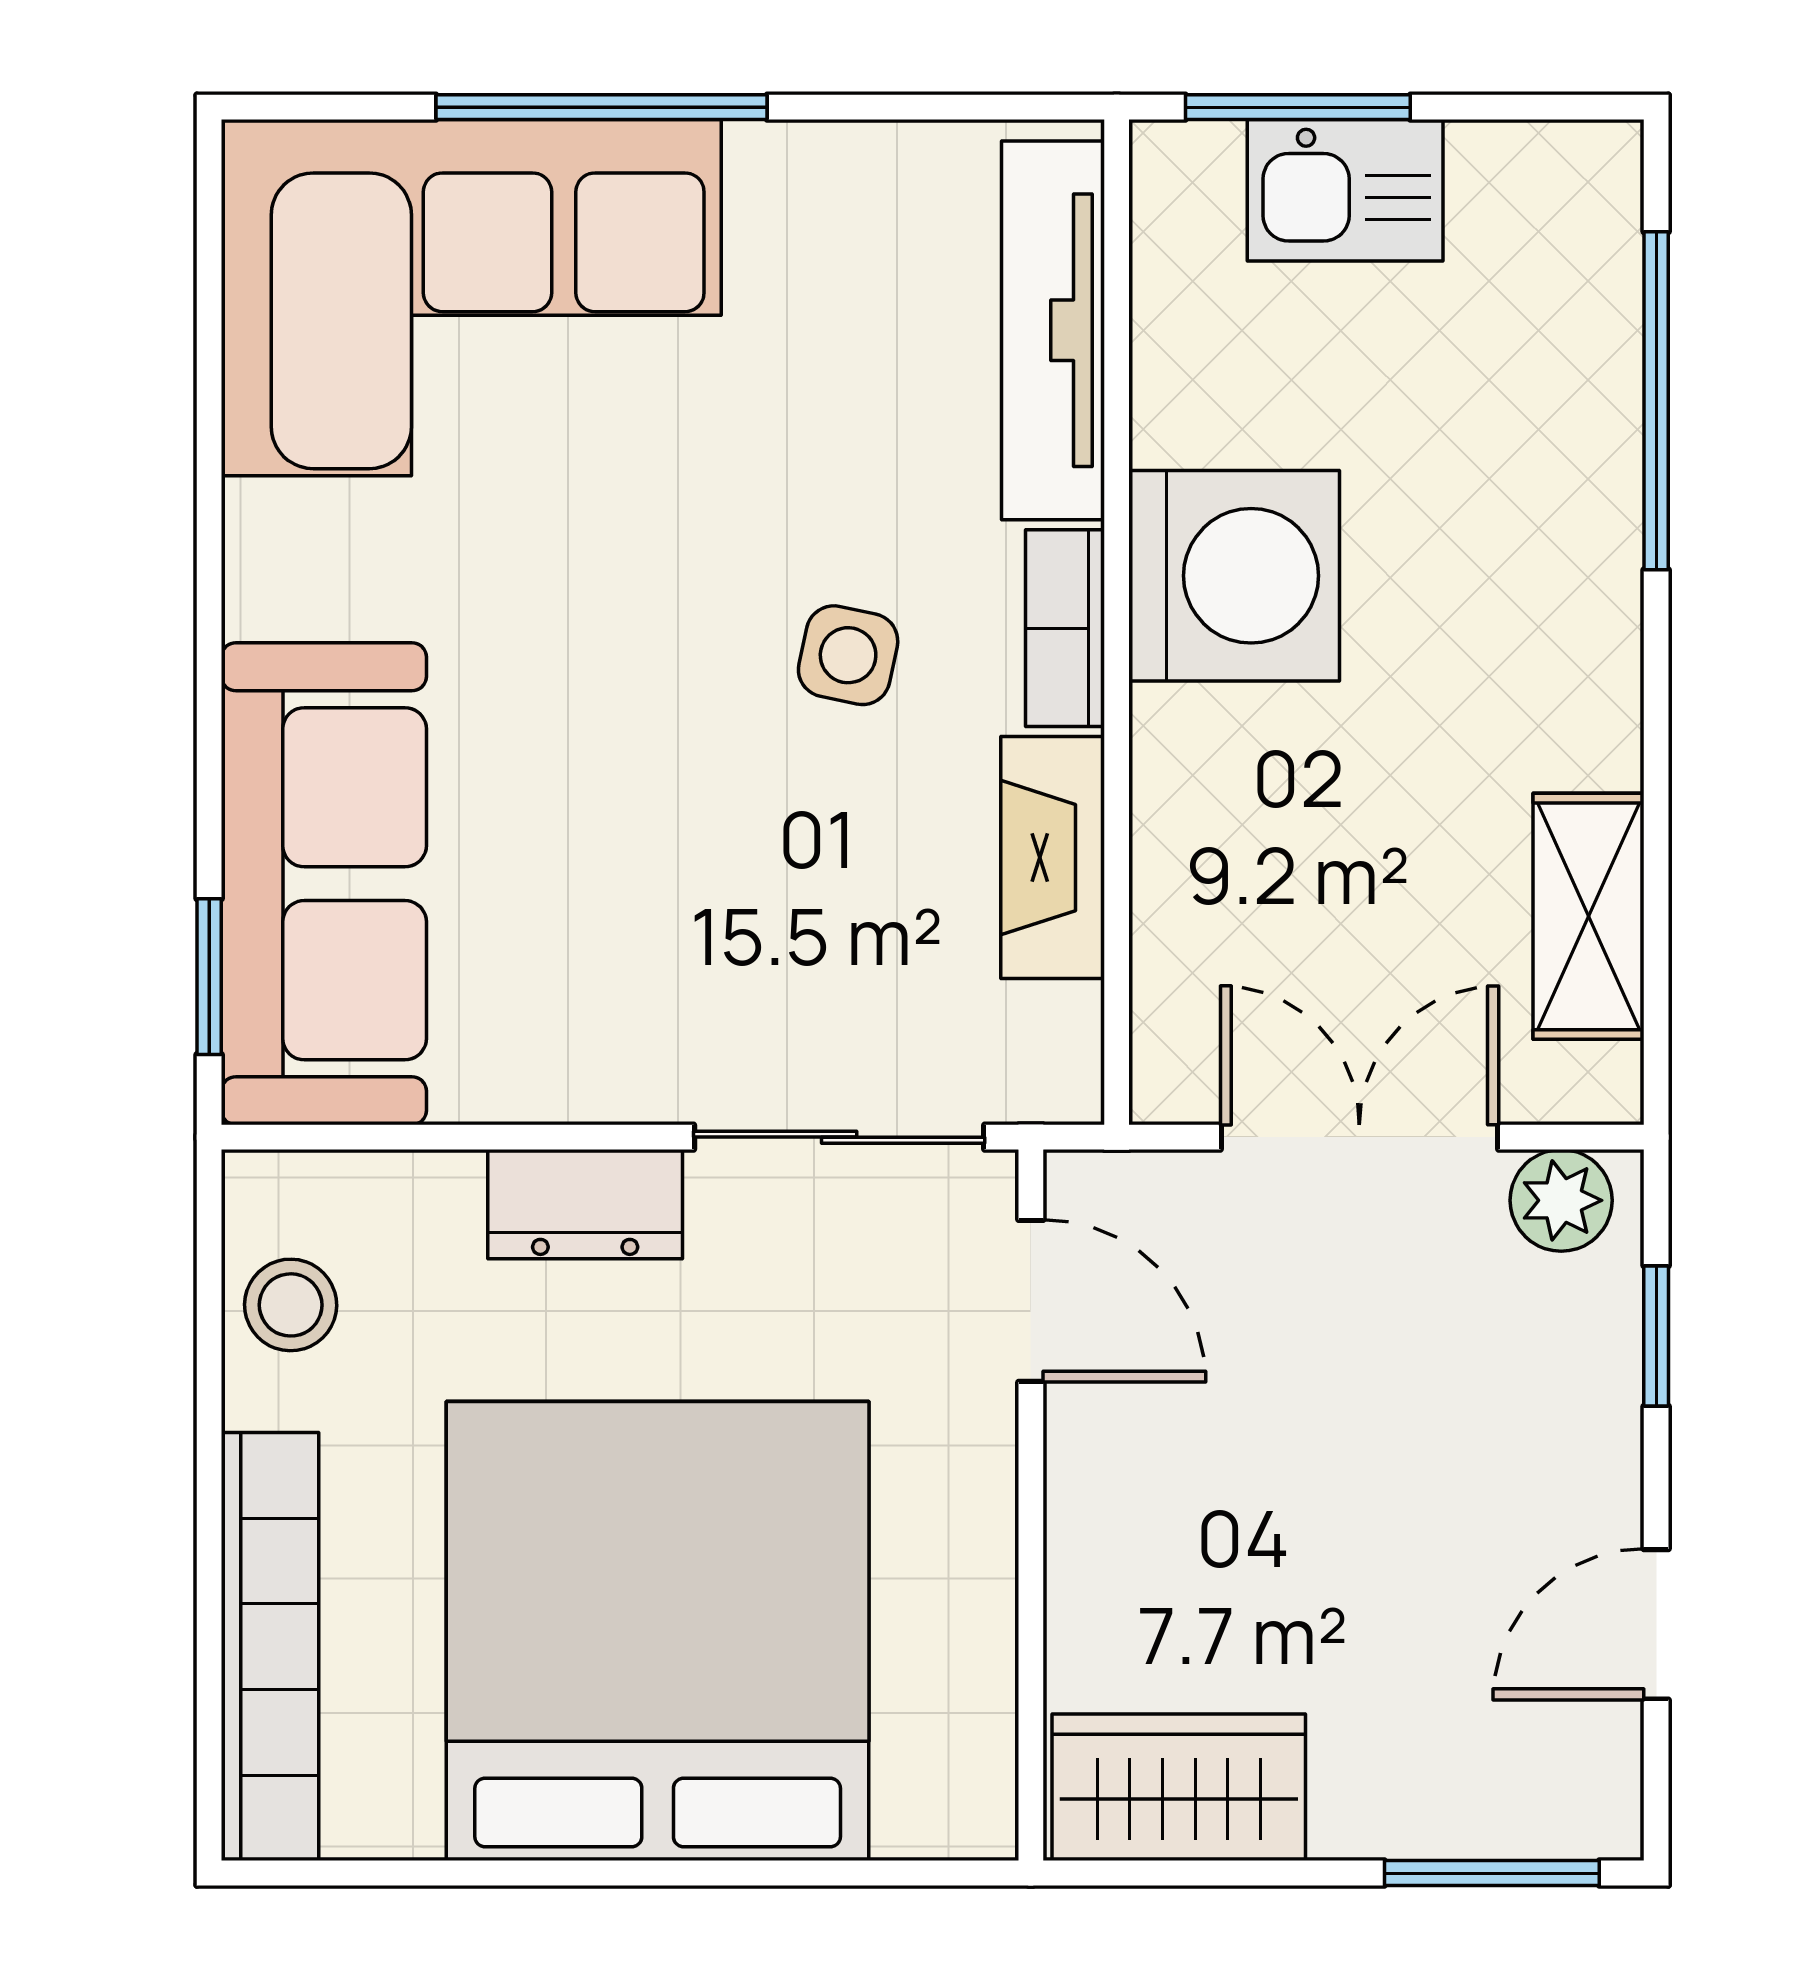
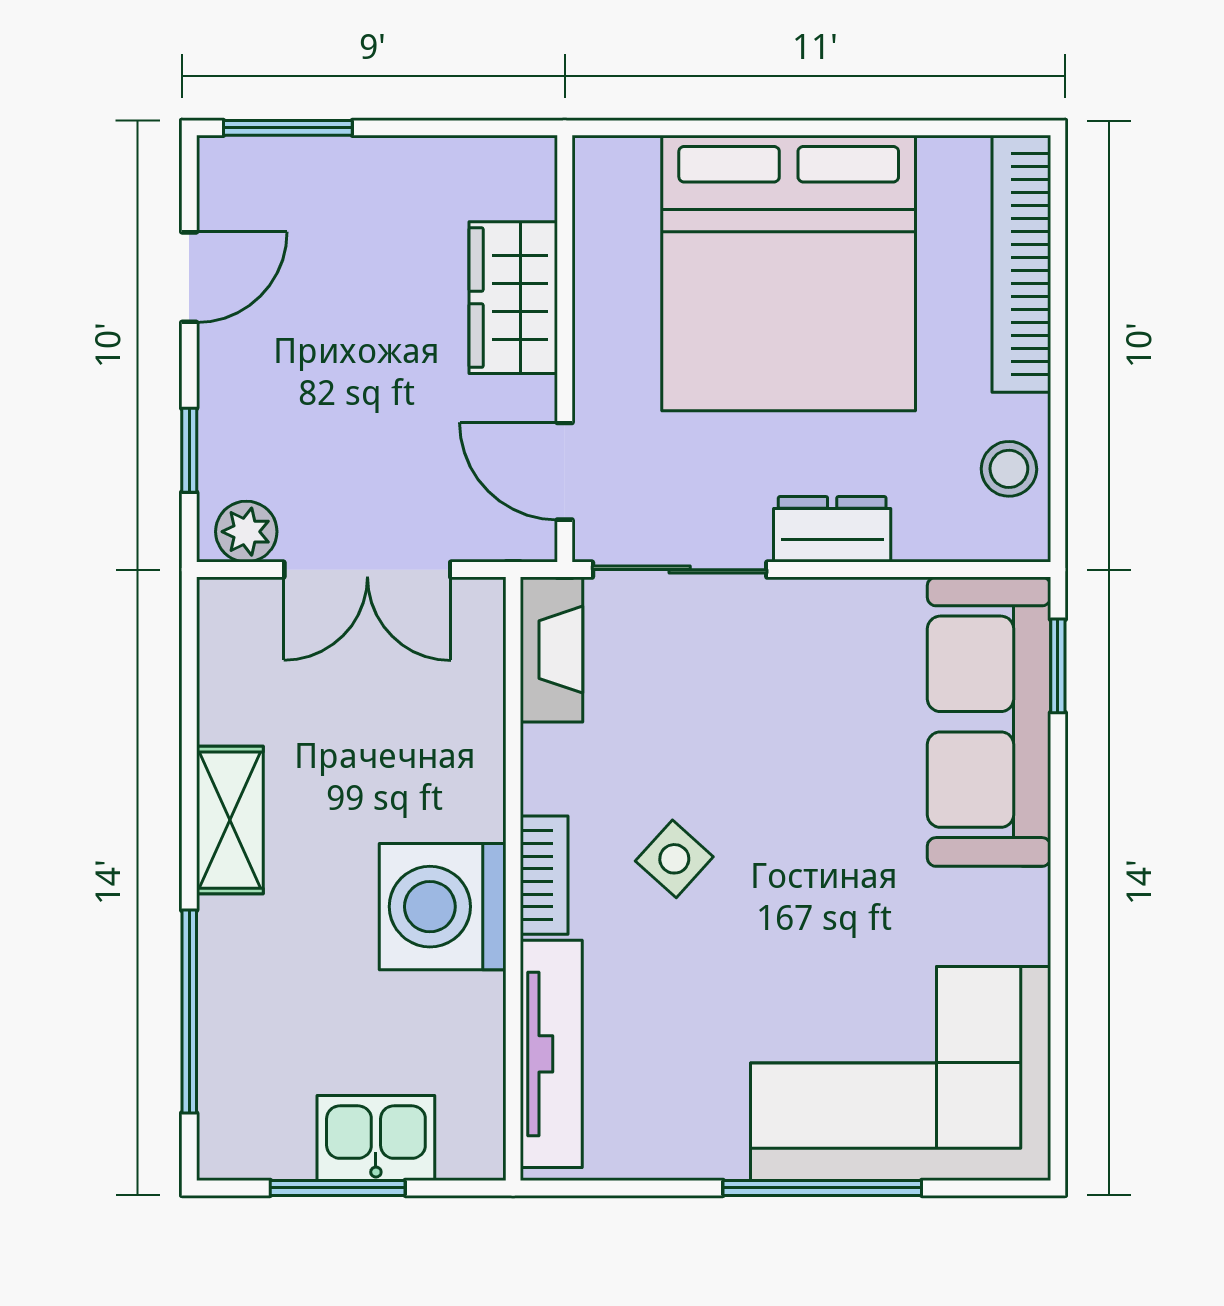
window: (1298, 107) -> (338, 1188), moved
side table: (848, 655) -> (674, 859), turned 30
fireplace: (1053, 858) -> (552, 650), moved
shelving: (1589, 916) -> (230, 820), moved
wardrobe: (1179, 1787) -> (513, 298), moved, turned 90

